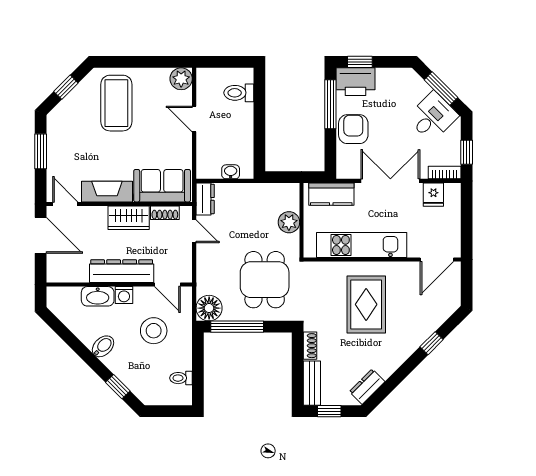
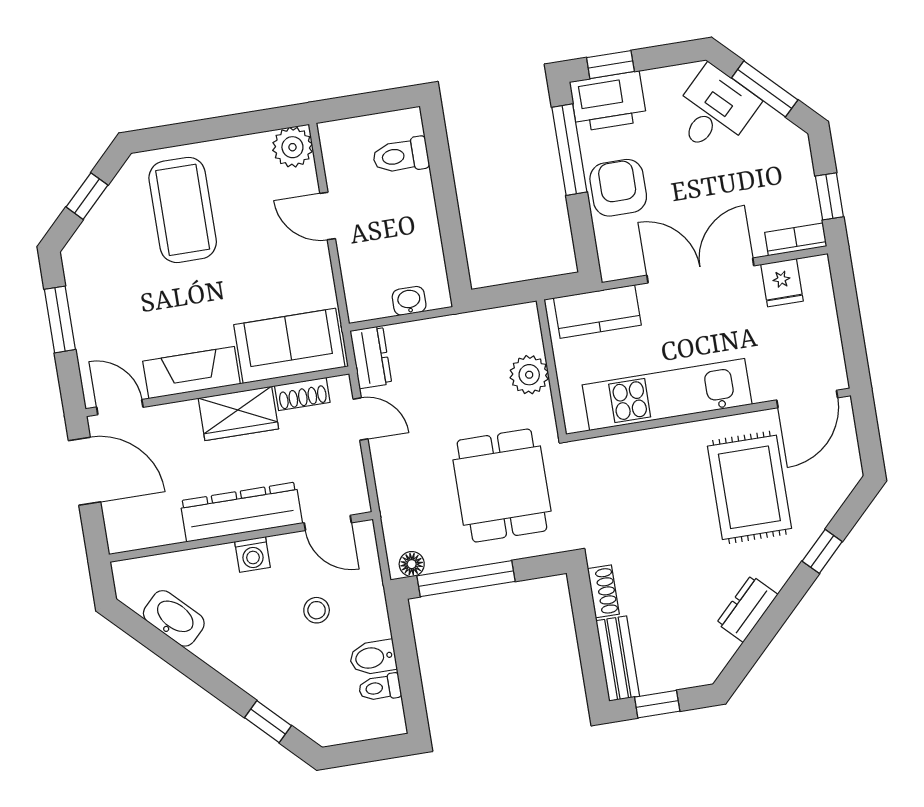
desk: (433, 117) -> (714, 111), moved
washbasin: (98, 296) -> (174, 618), moved, turned -135
rug: (366, 304) -> (749, 487), moved
floor lamp: (209, 308) -> (412, 564), width x0.53, depth x0.53
stool: (154, 331) -> (317, 610), width x0.53, depth x0.53
bidet: (103, 346) -> (373, 658), moved, turned -135
dresser: (367, 387) -> (747, 609), moved

